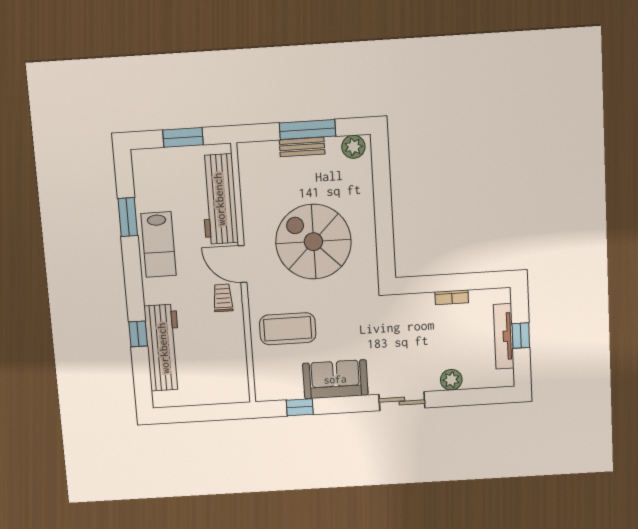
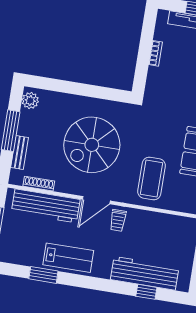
bench: (302, 147) -> (20, 153), moved
shoe rack: (246, 183) -> (39, 184), added
trolley: (223, 298) -> (118, 220), turned -90
window: (138, 334) -> (146, 292), moved

